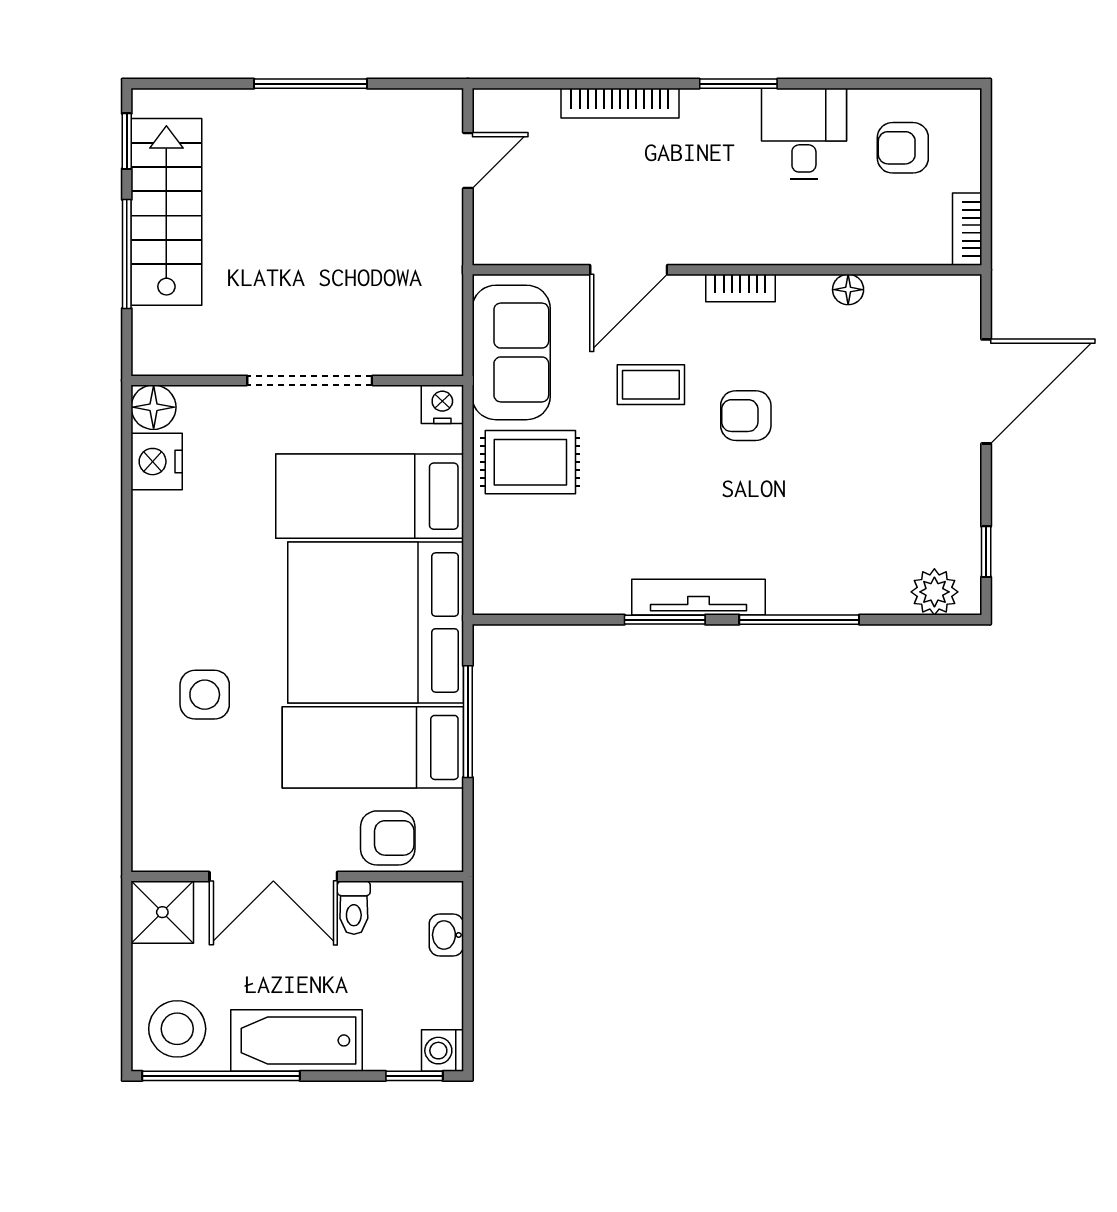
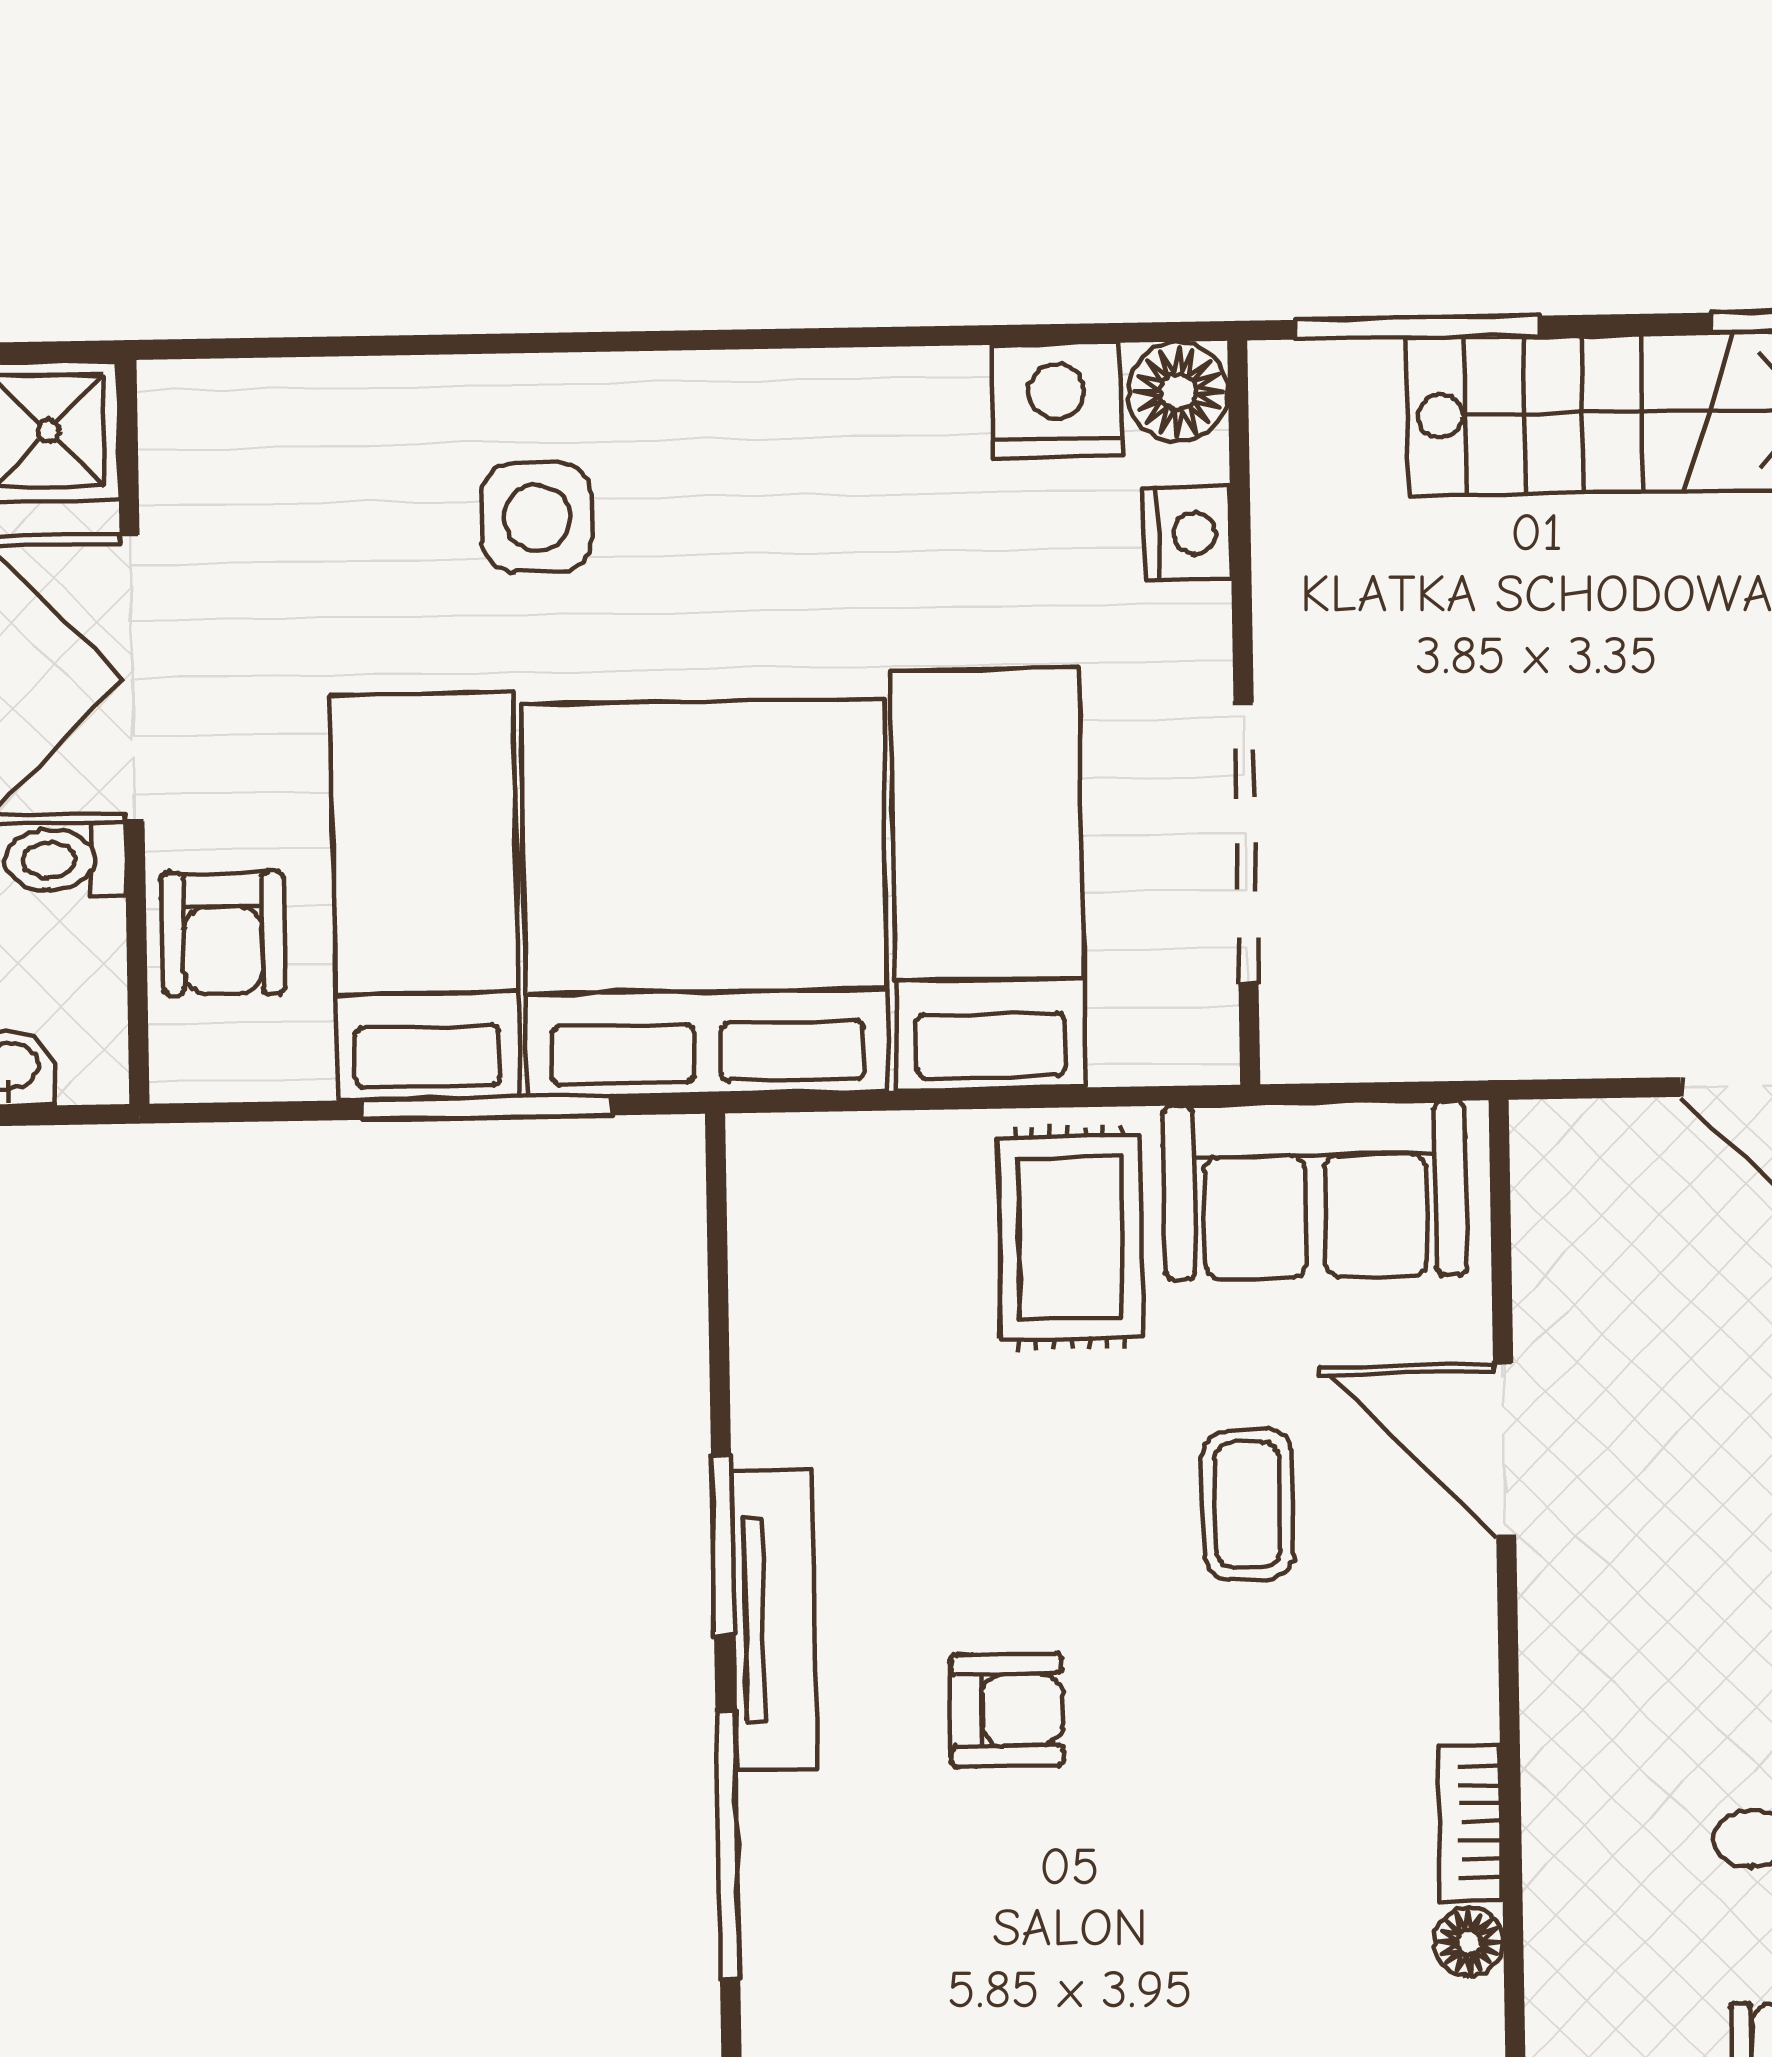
window: (127, 254) -> (1418, 328), moved
bookcase: (740, 288) -> (1470, 1822), moved
doorway: (310, 380) -> (1246, 843), moved
nightstand: (442, 404) -> (1187, 533), moved
armchair: (746, 416) -> (1007, 1710), moved, turned 90

